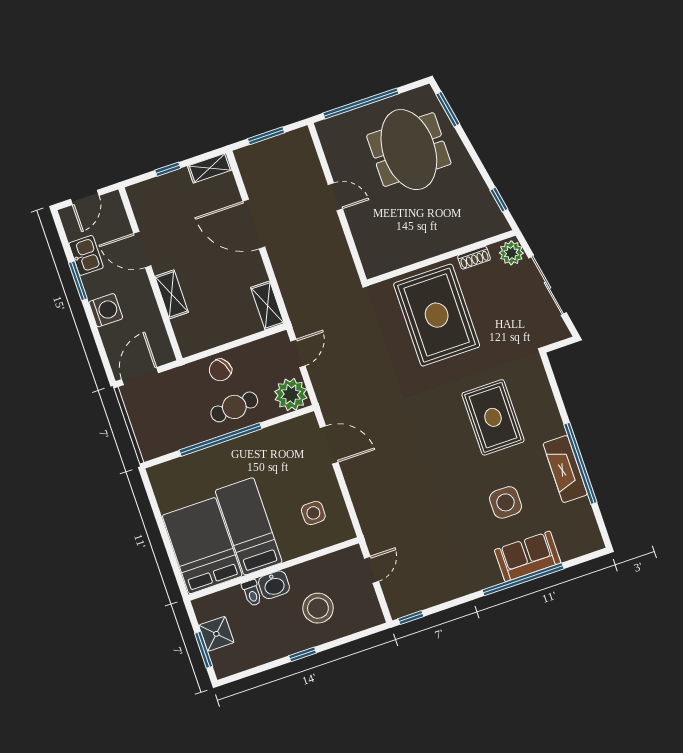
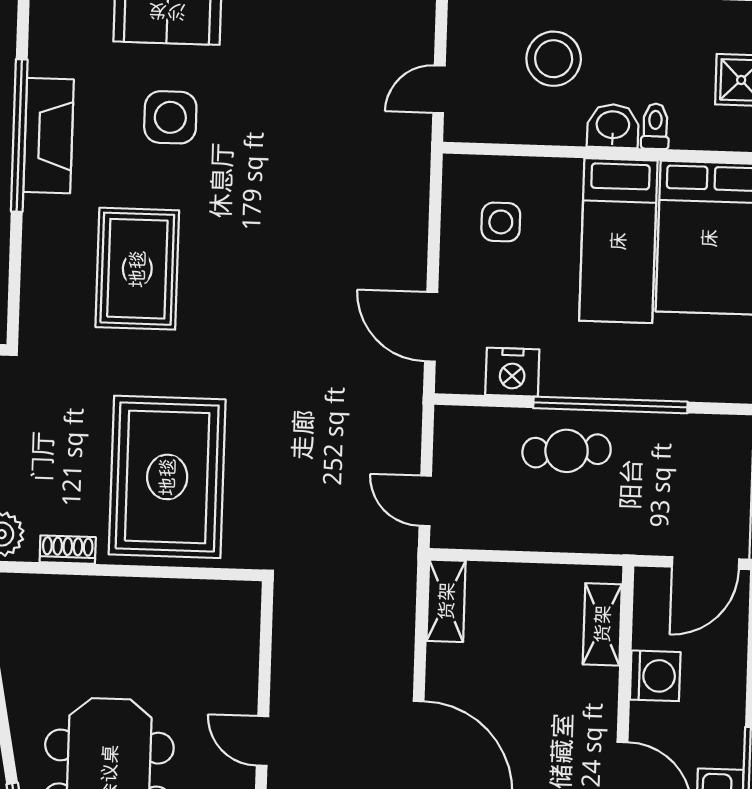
shelving: (172, 294) -> (602, 624), moved
washing machine: (106, 310) -> (655, 676), moved, turned 180
door: (298, 353) -> (425, 501), hinge flipped
chair: (220, 370) -> (567, 522), removed
plant: (291, 395) -> (463, 436), removed
nightstand: (278, 437) -> (512, 372), added

